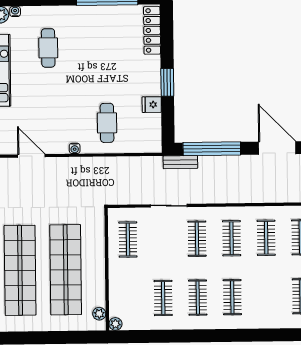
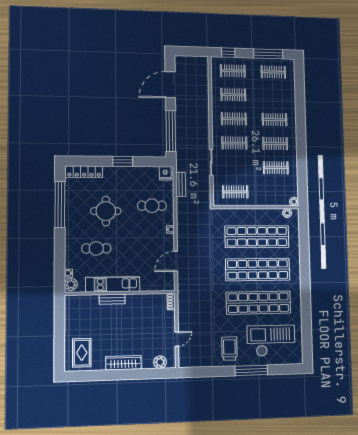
round table: (99, 60) -> (106, 211), added
fridge: (152, 105) -> (165, 173), moved
bench: (180, 162) -> (181, 184), moved

